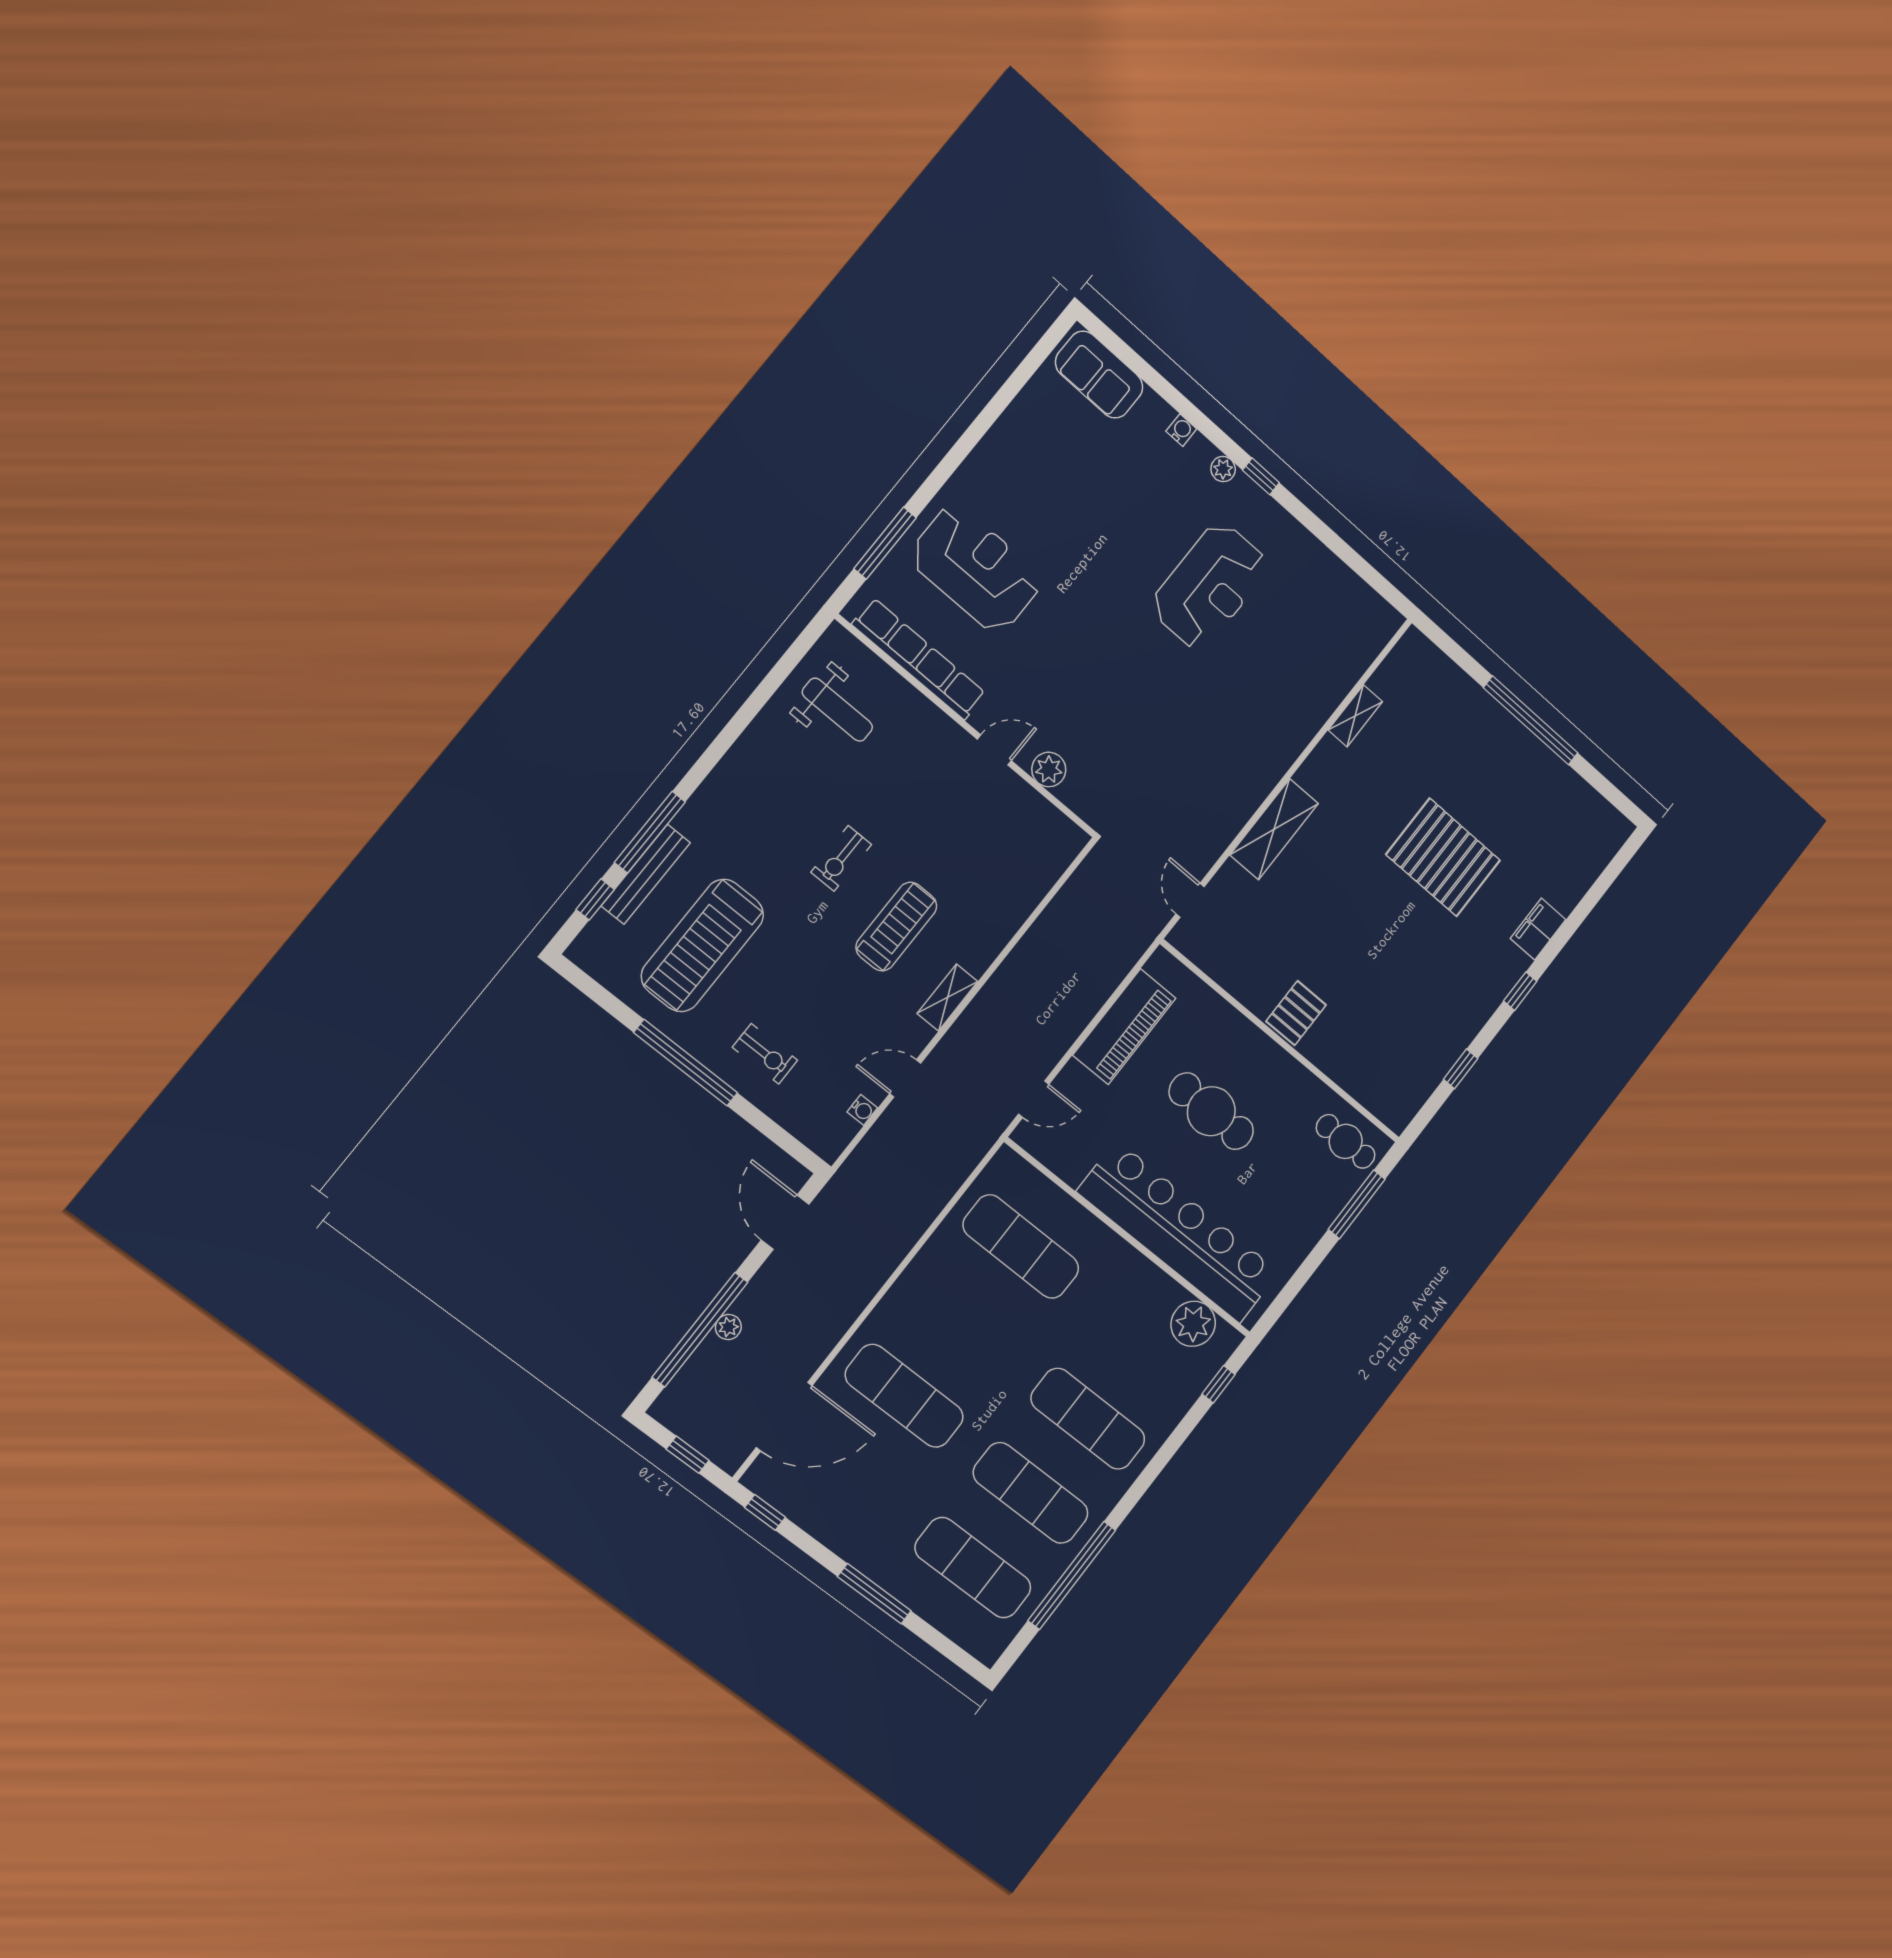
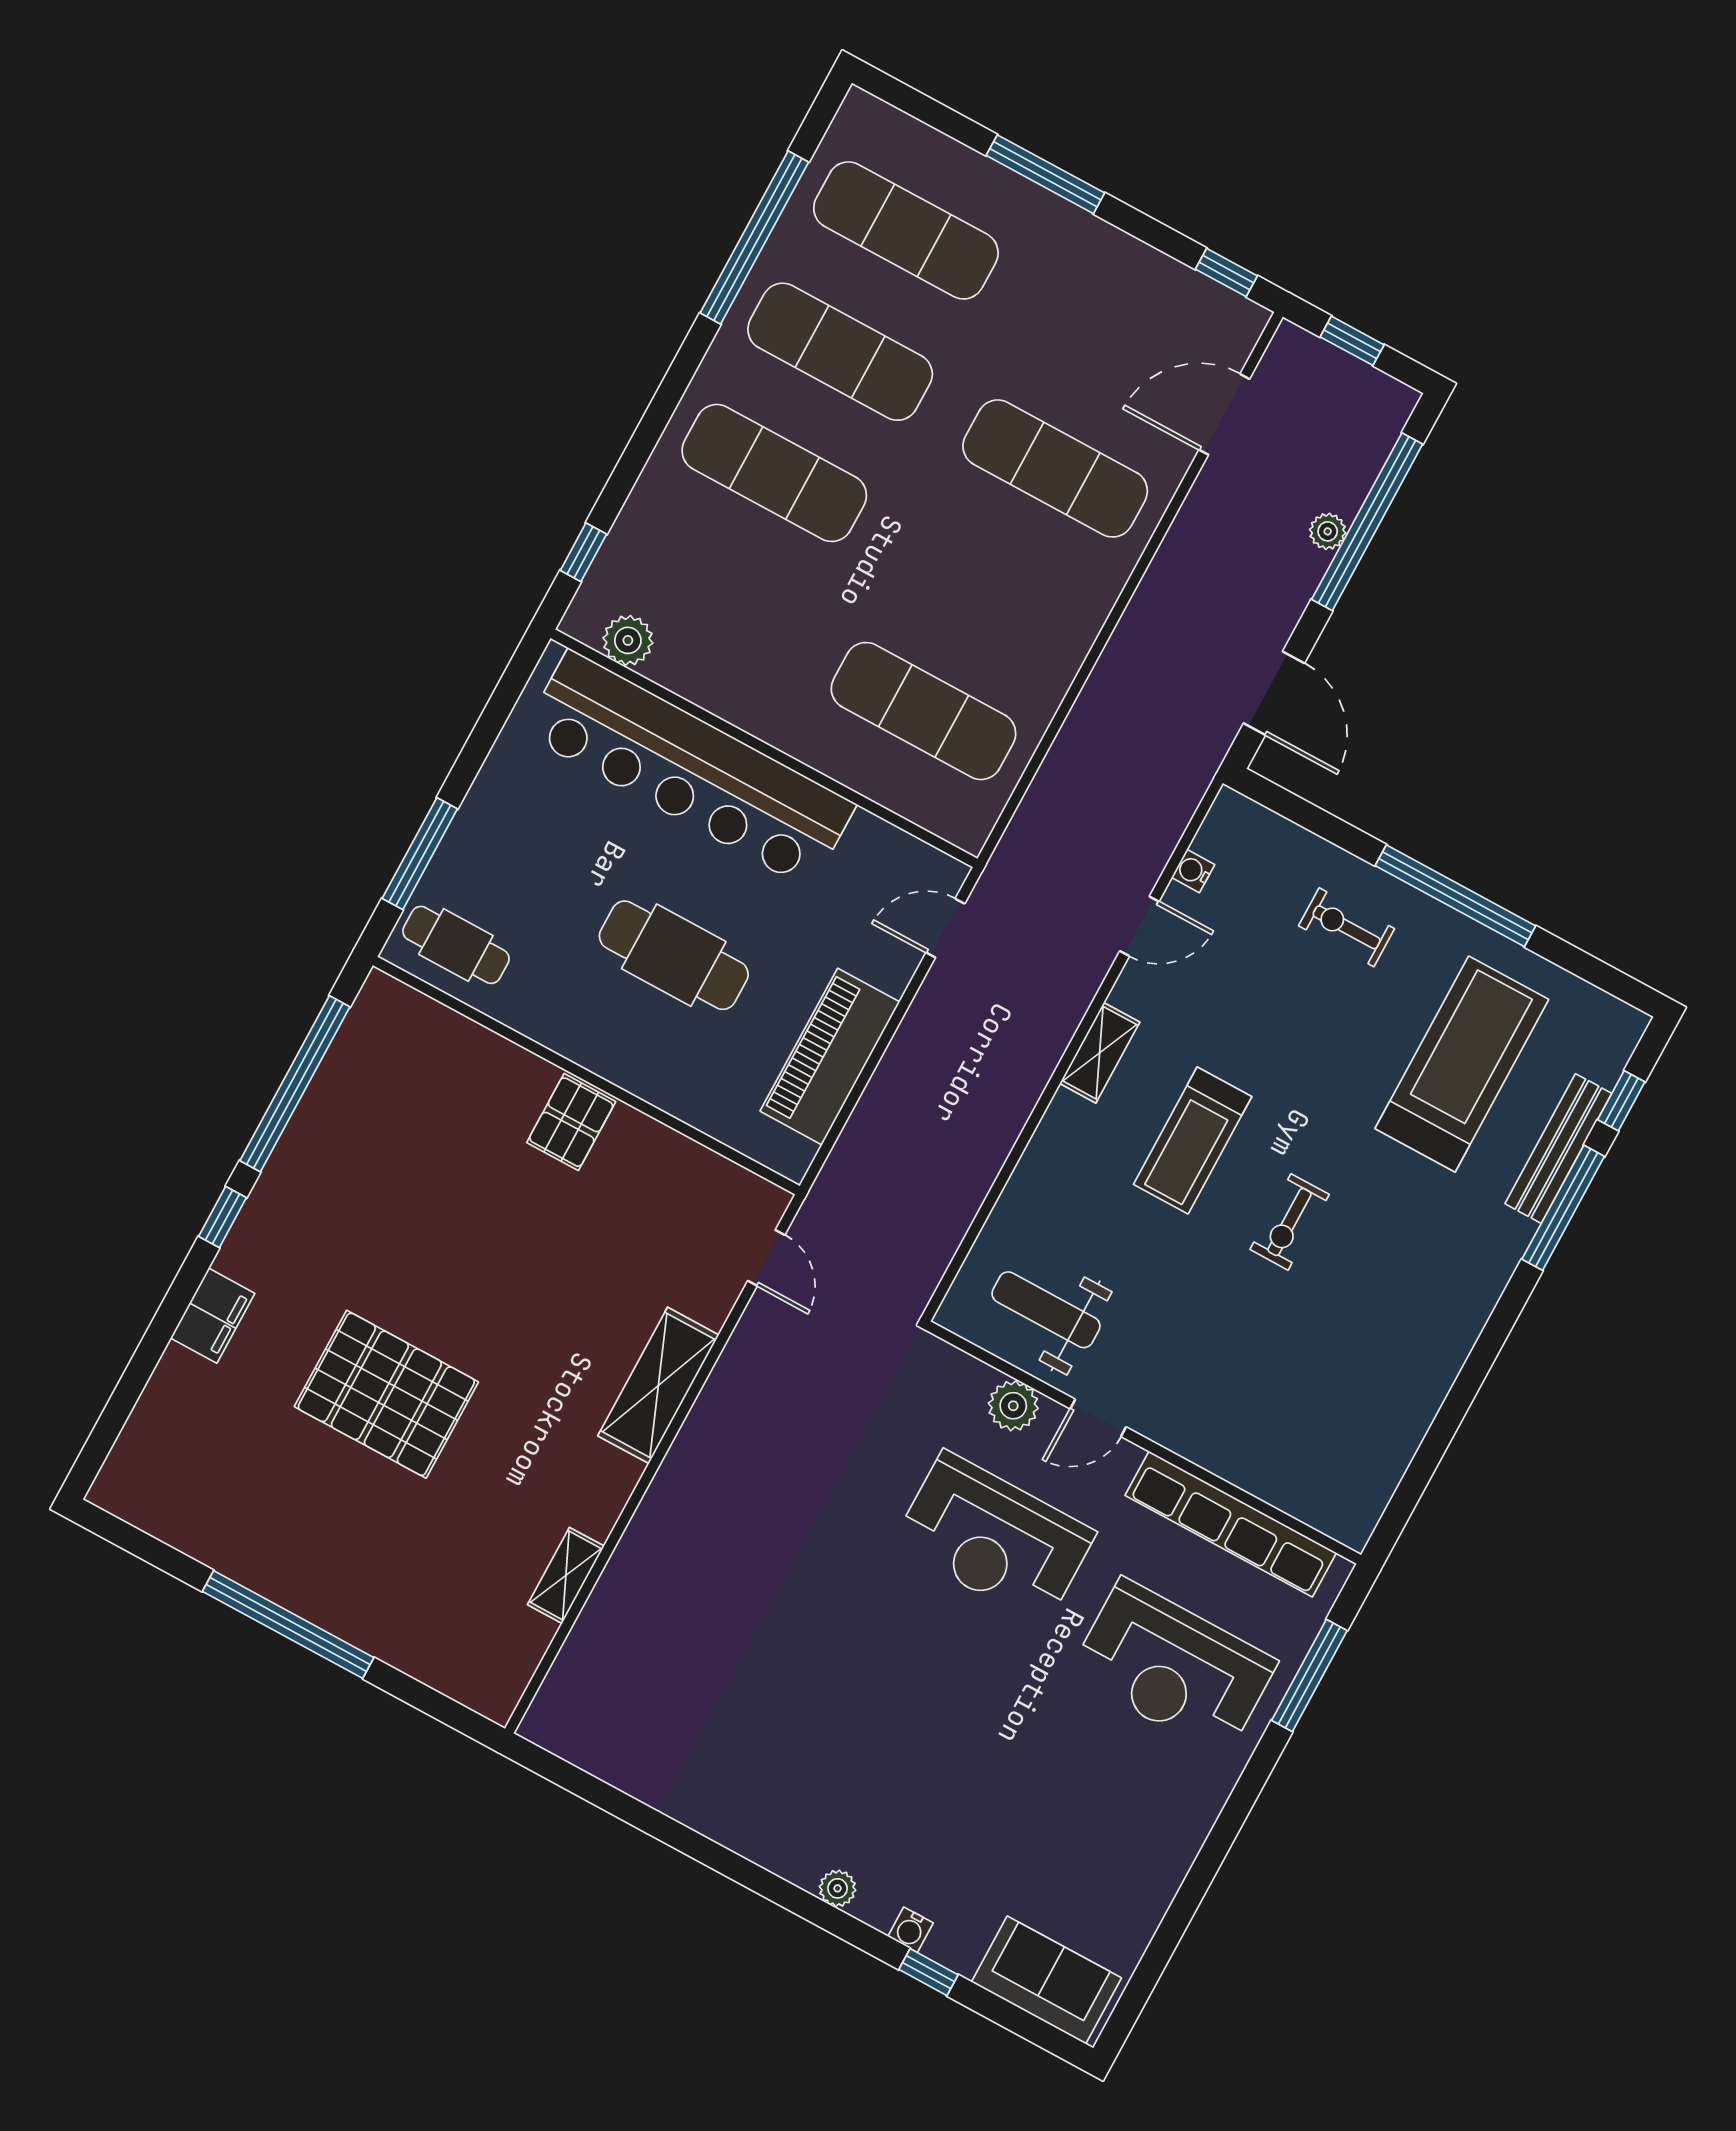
window: (1261, 476) -> (928, 1972), moved
reception desk: (1210, 586) -> (994, 1538), moved, turned -90
weight bench: (837, 710) -> (1046, 1310), moved
exercise bike: (841, 858) -> (1290, 1222), turned 180
window: (1461, 1069) -> (295, 1084), width x3.17
plant: (1193, 1324) -> (628, 640), width x0.73, depth x0.73
door: (784, 1417) -> (1224, 414), width x0.73

